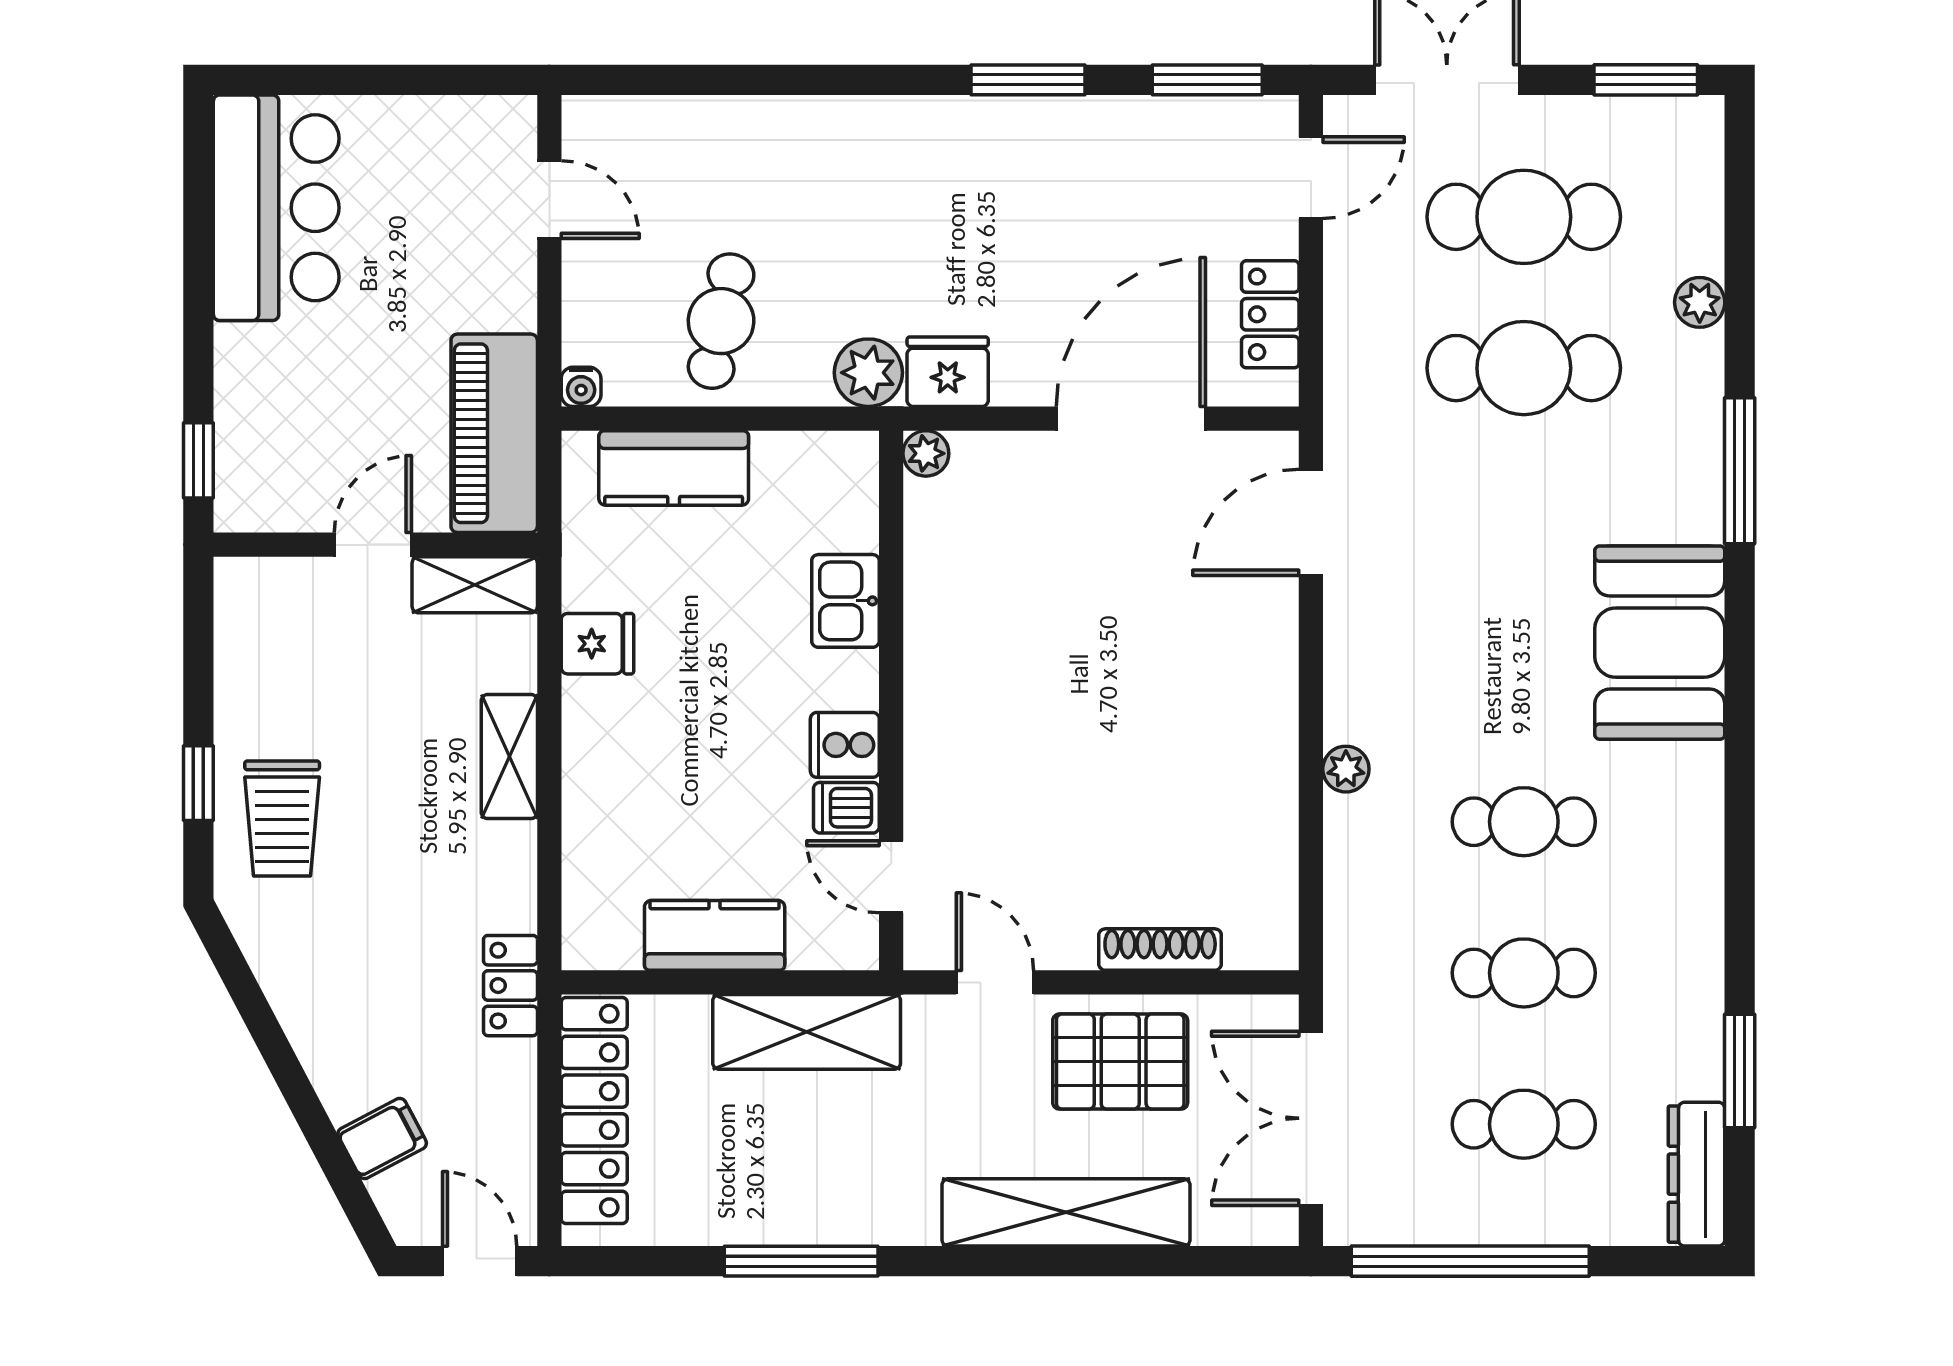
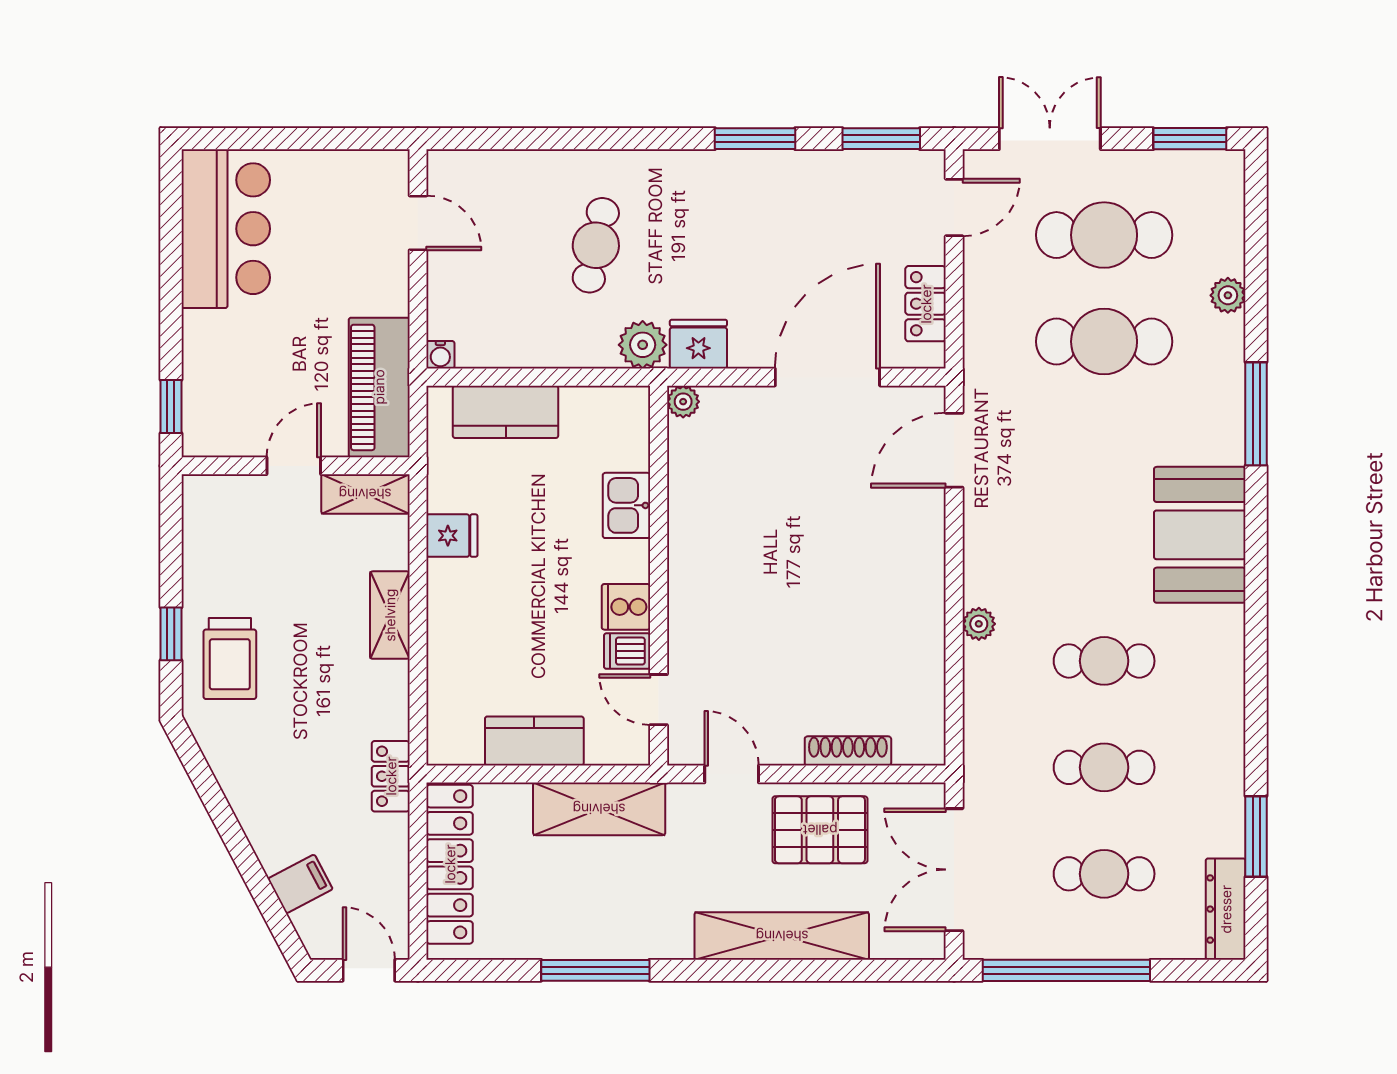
cafe table: (721, 321) -> (596, 245), moved

